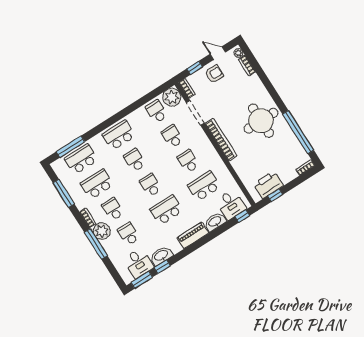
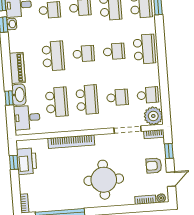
armchair: (214, 74) -> (154, 166), turned 90
round table: (261, 121) -> (104, 180), moved
bookcase: (221, 140) -> (71, 142), moved
school desk: (188, 161) -> (87, 100), width x1.85
window: (242, 216) -> (9, 98), moved
washbasin: (161, 256) -> (12, 24), width x0.52, depth x0.69

